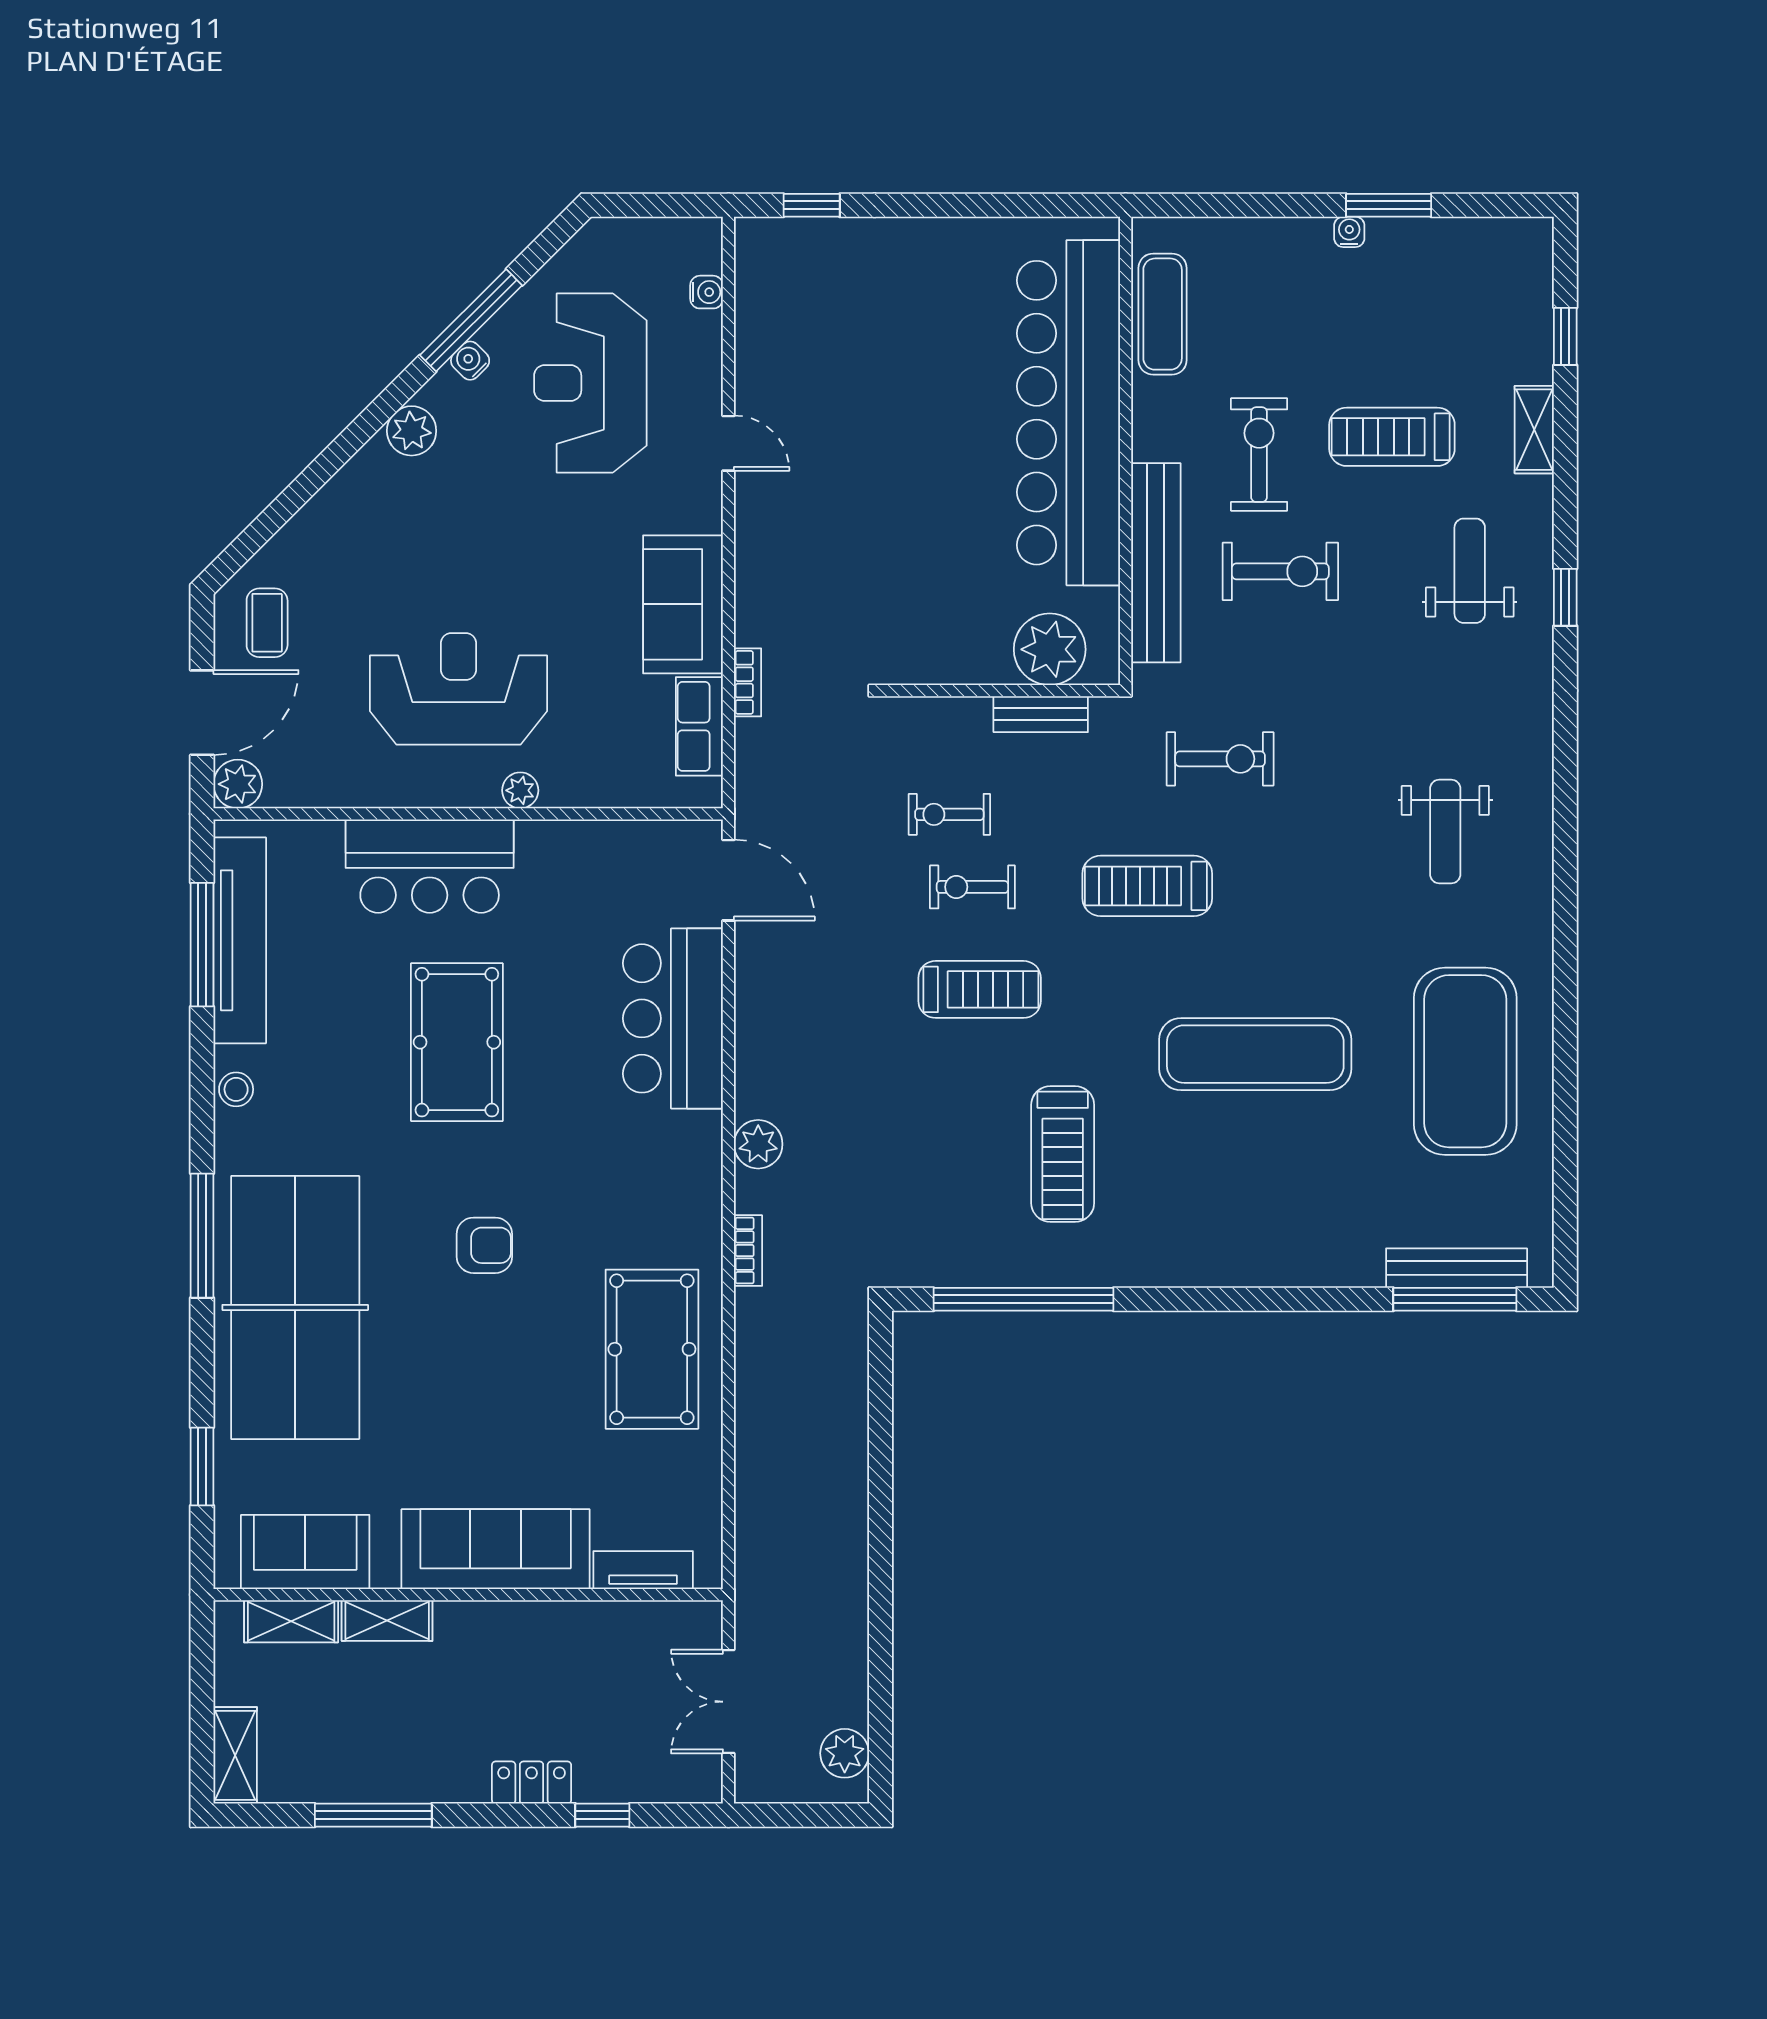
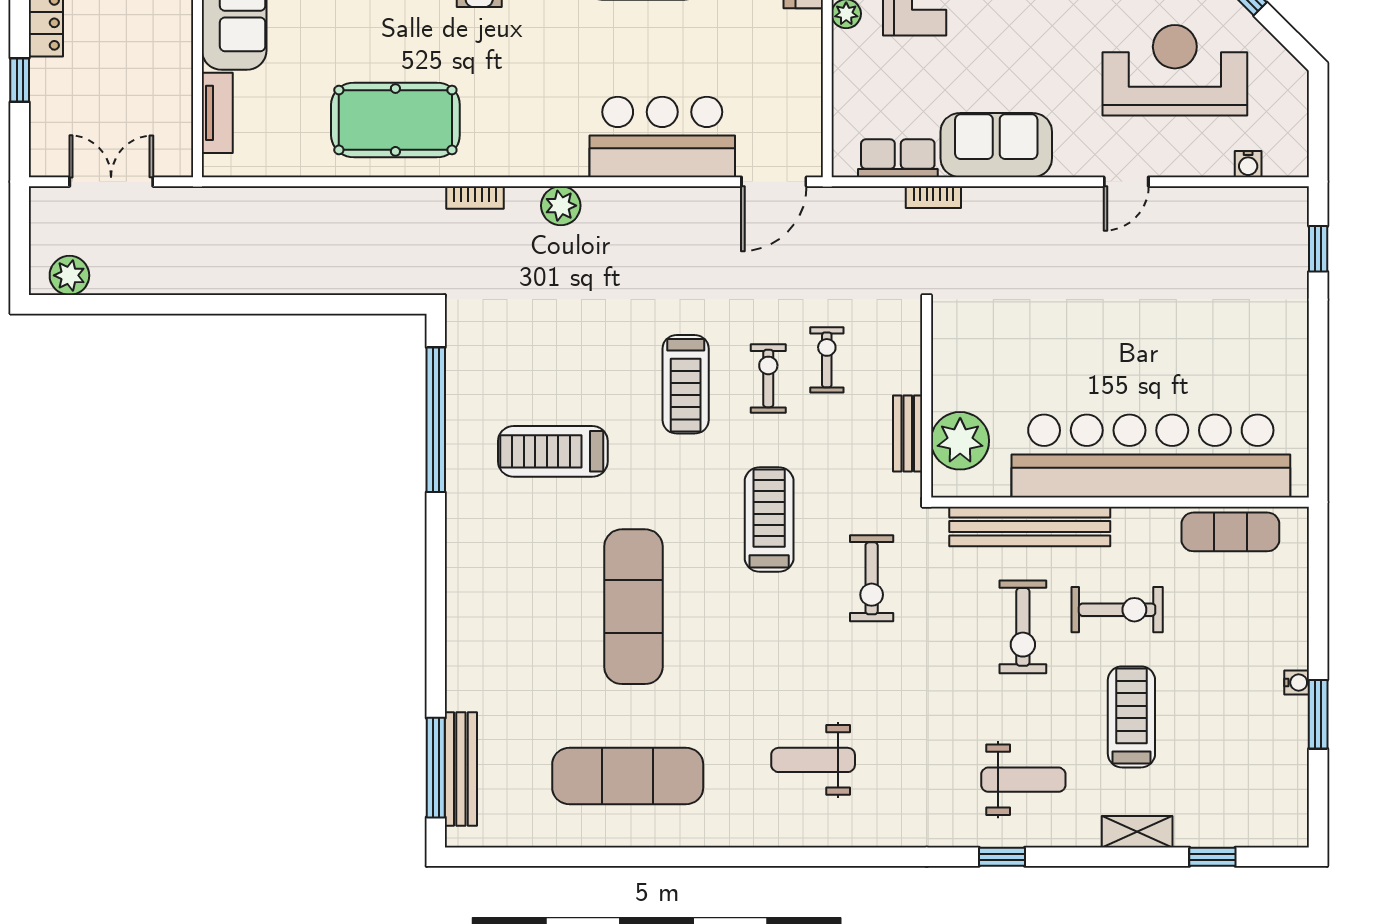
exercise mat: (1465, 1061) -> (628, 776), width x0.68

